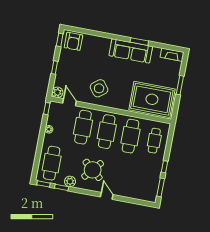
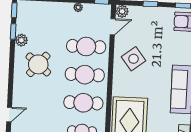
cafe table: (52, 163) -> (39, 16), removed
door: (107, 196) -> (9, 115), moved

